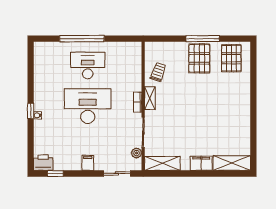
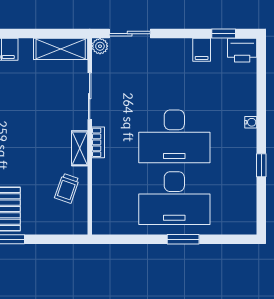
window: (82, 39) -> (183, 239), width x0.47
desk: (88, 66) -> (174, 198), width x1.36, depth x1.30
window: (31, 111) -> (261, 165), moved
plant: (137, 153) -> (100, 46), moved
filing cabinet: (88, 163) -> (202, 50), moved

